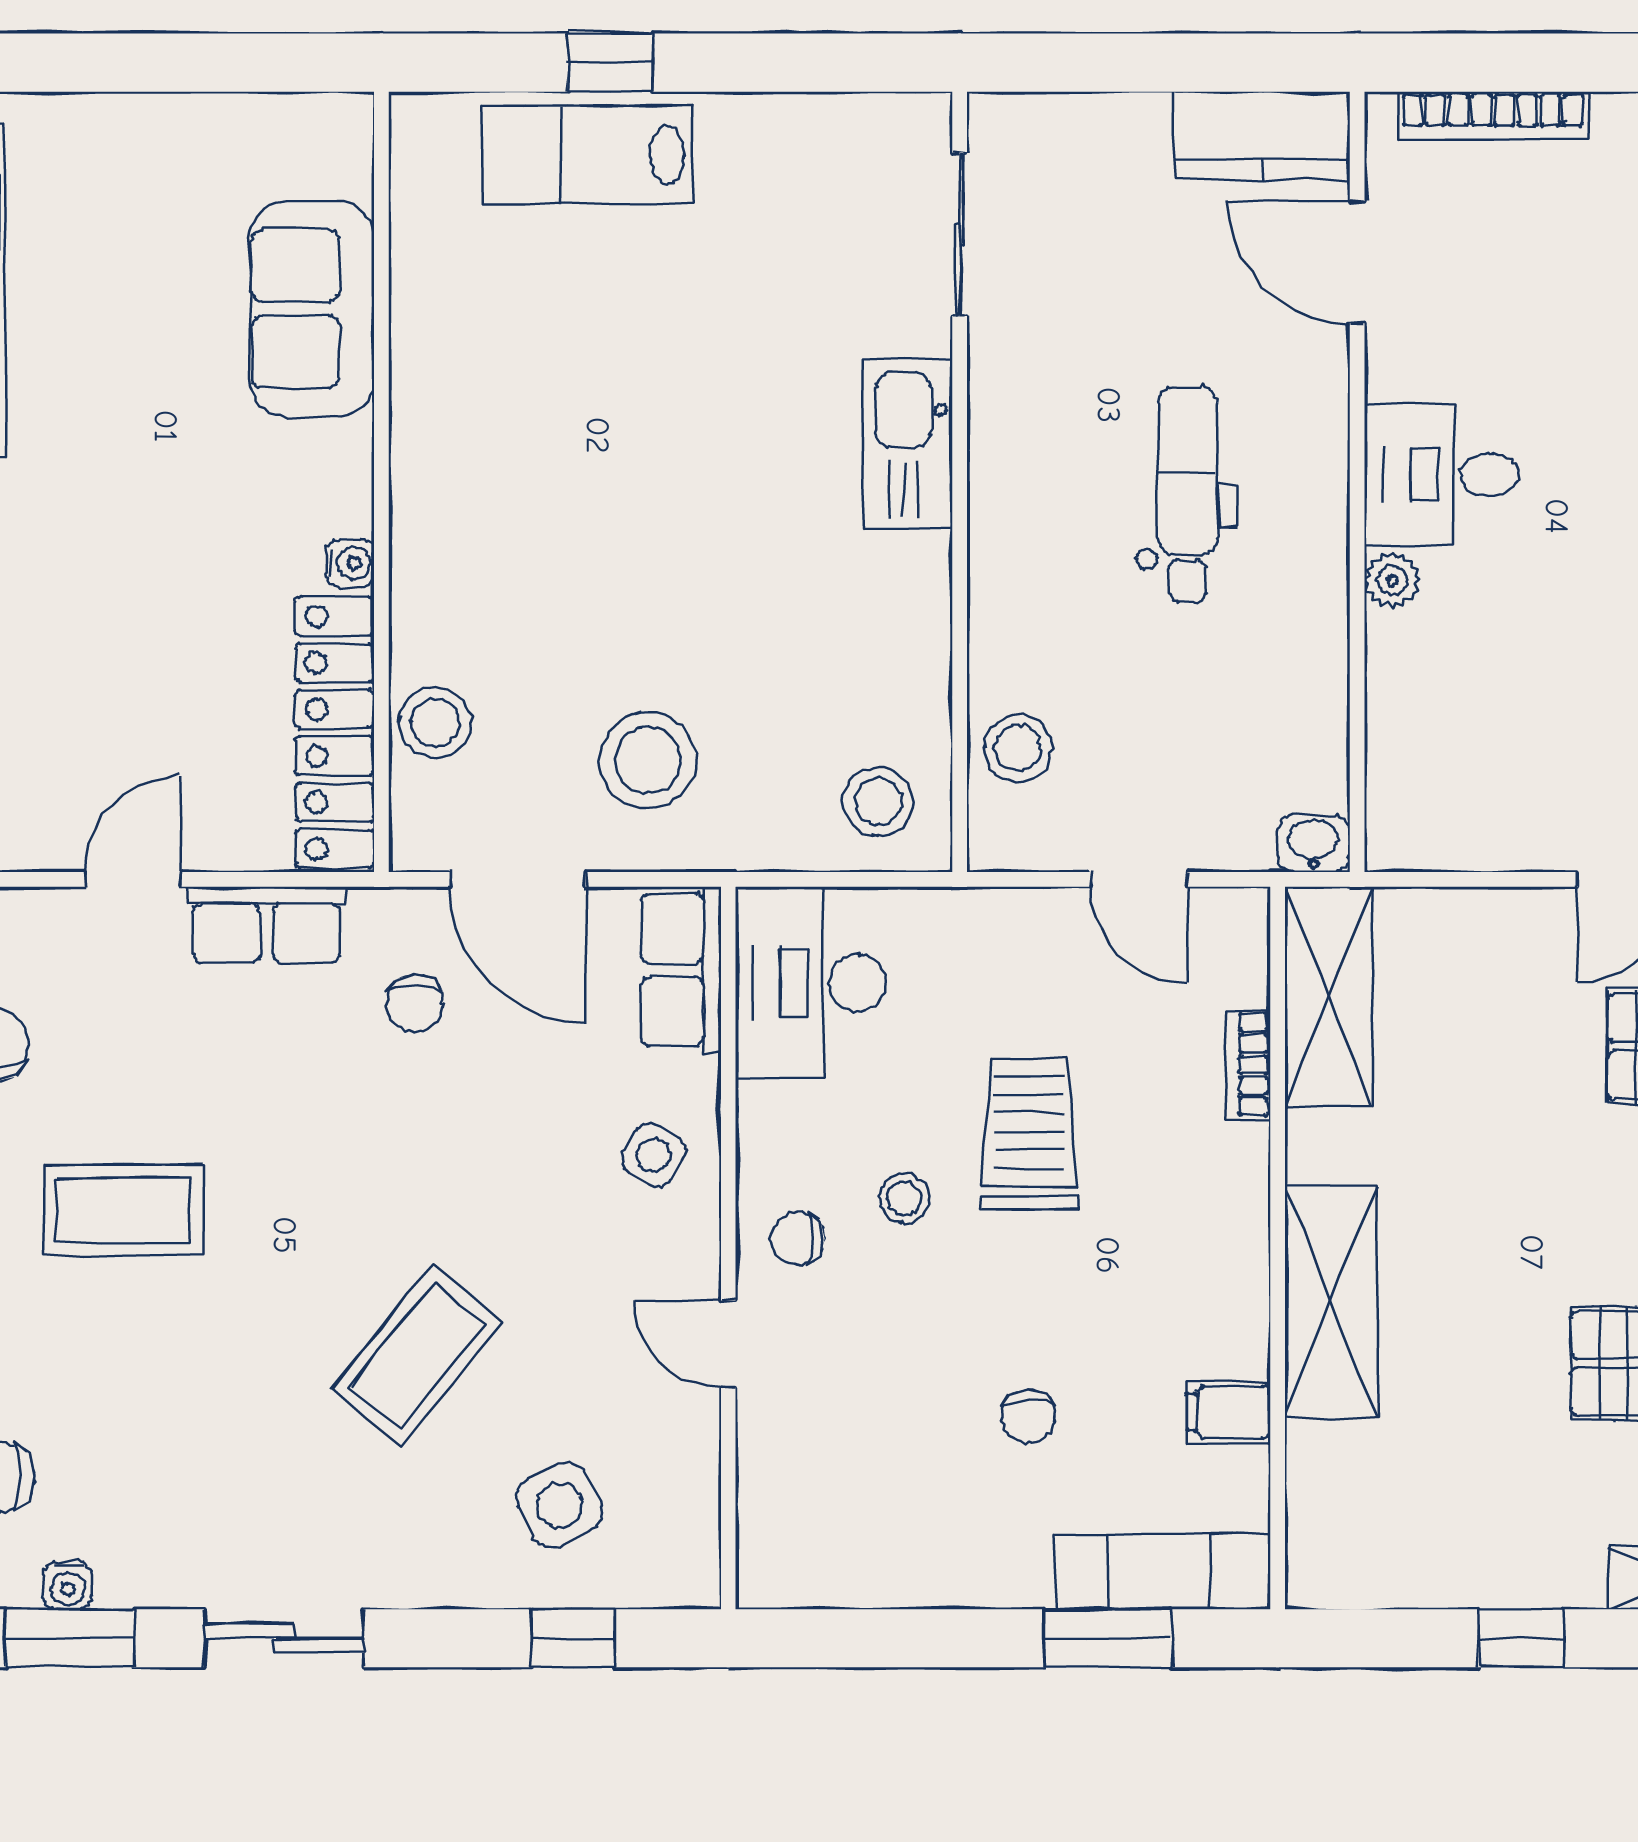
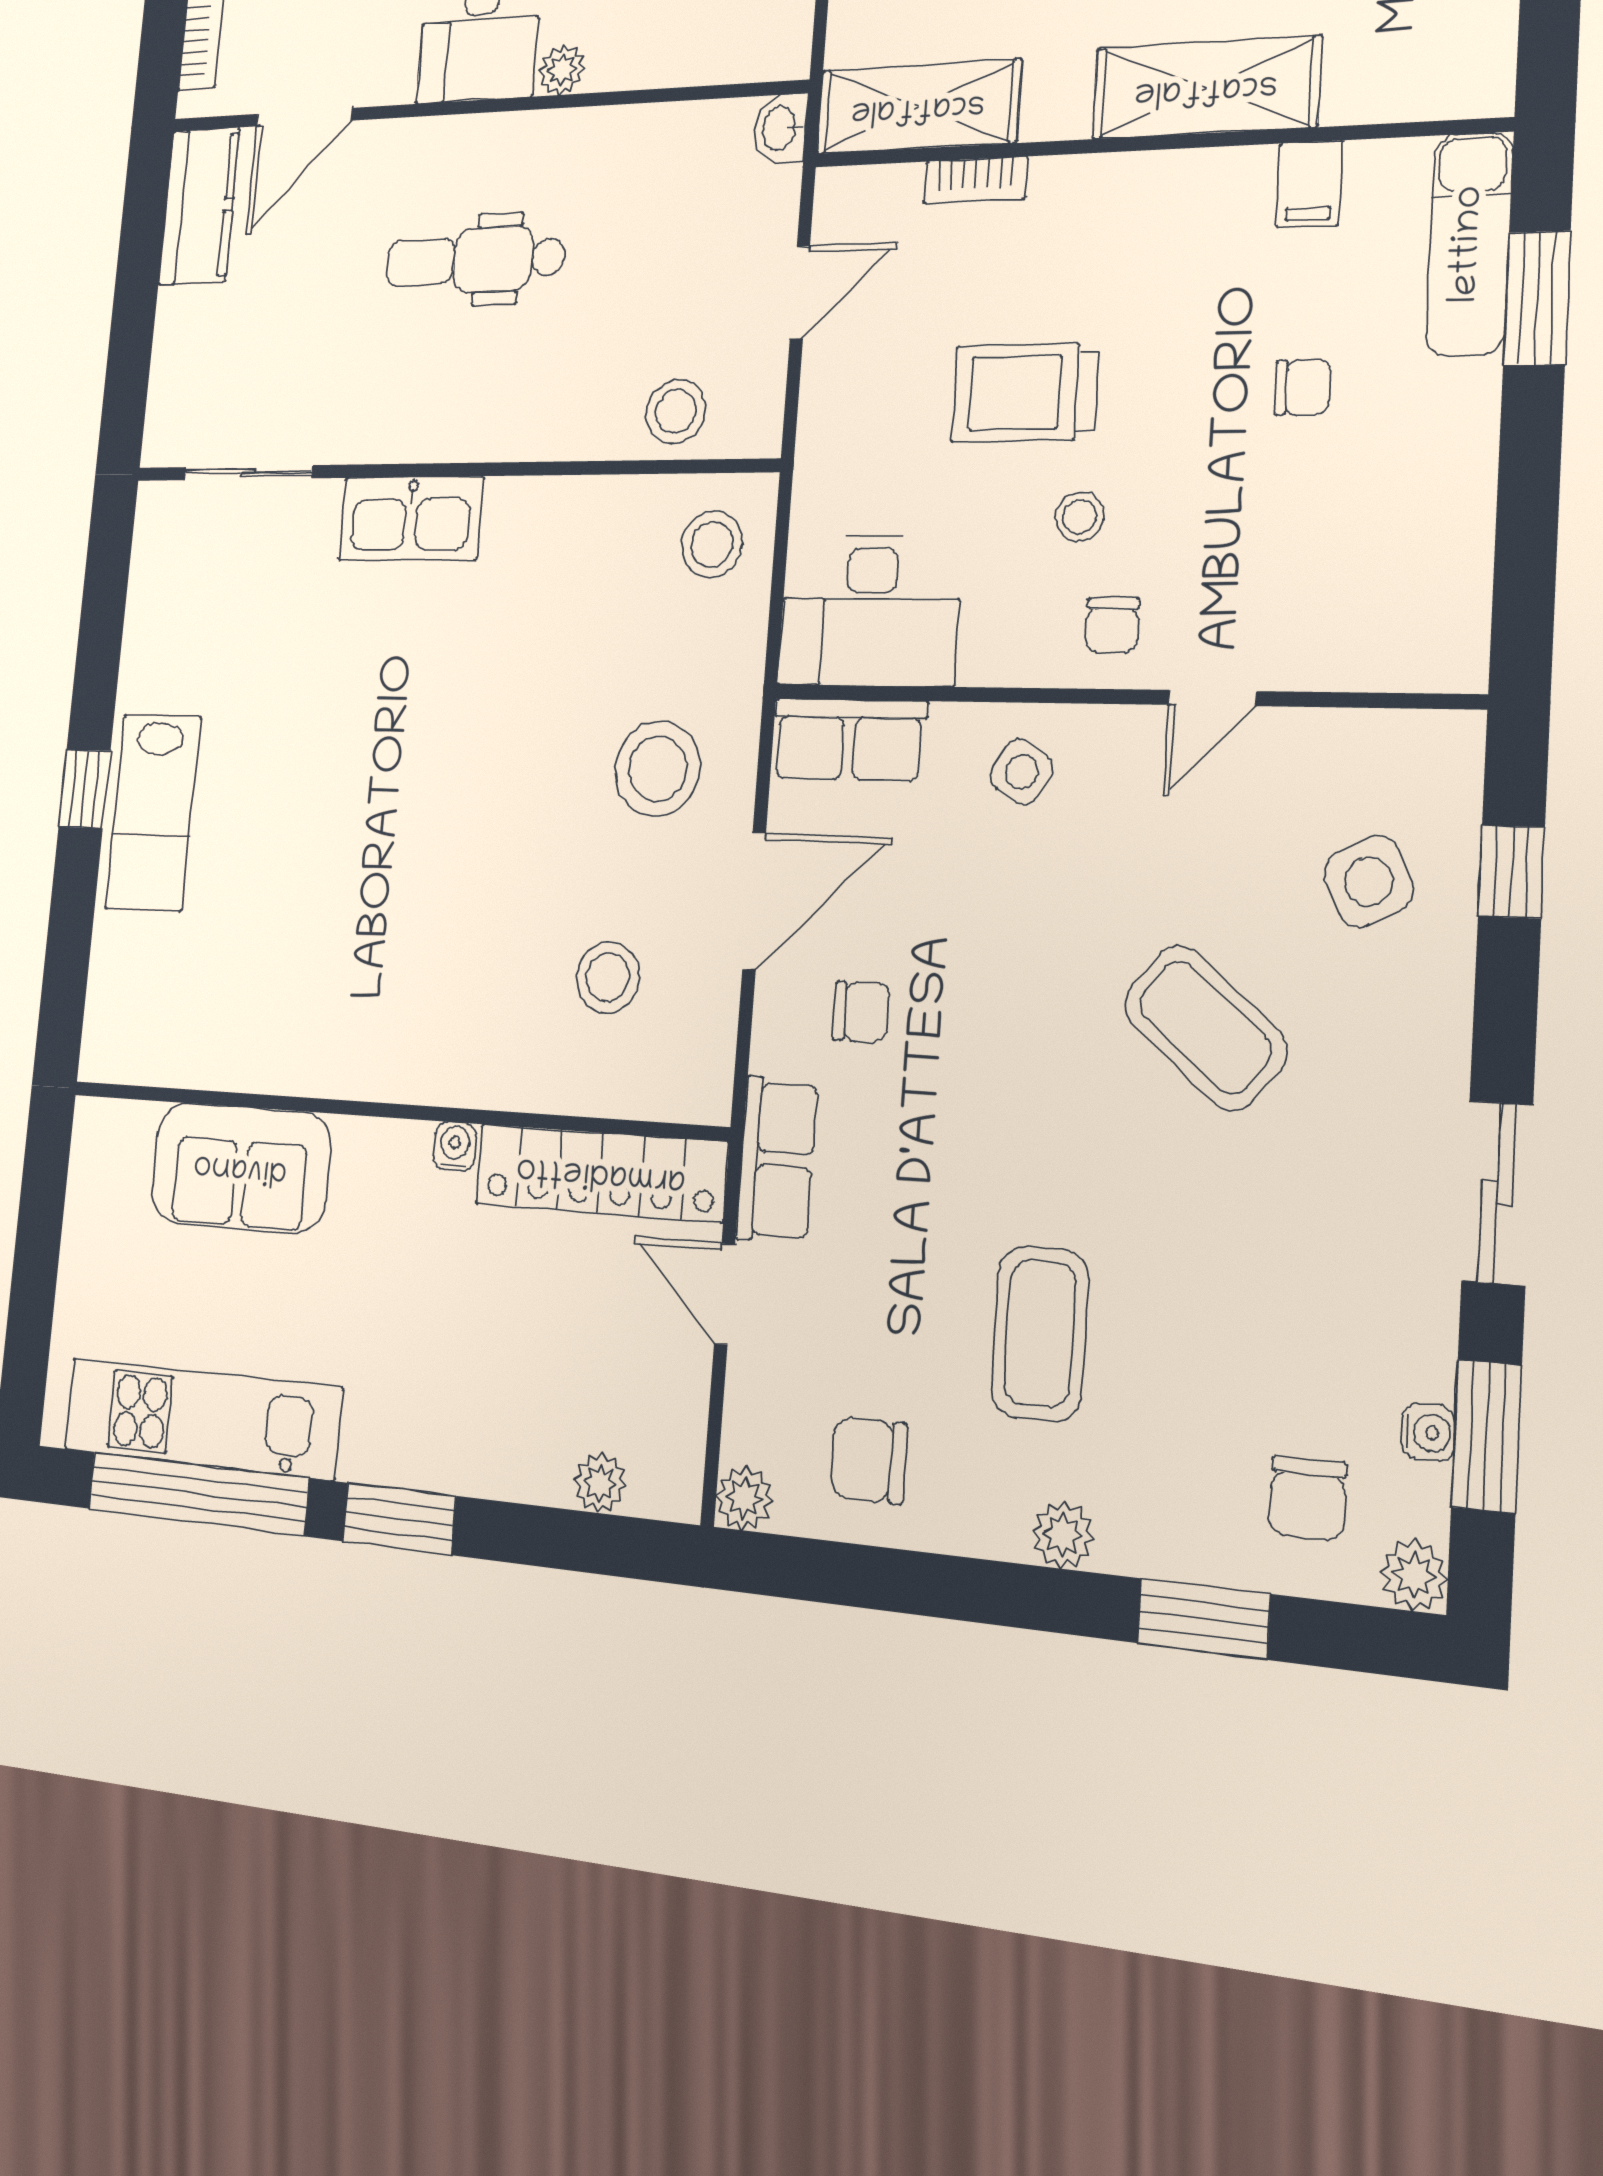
sofa: (312, 309) -> (240, 1167), moved
wall: (381, 482) -> (389, 1111), moved
water cooler: (350, 563) -> (455, 1146), moved
locker: (335, 733) -> (601, 1173), moved

